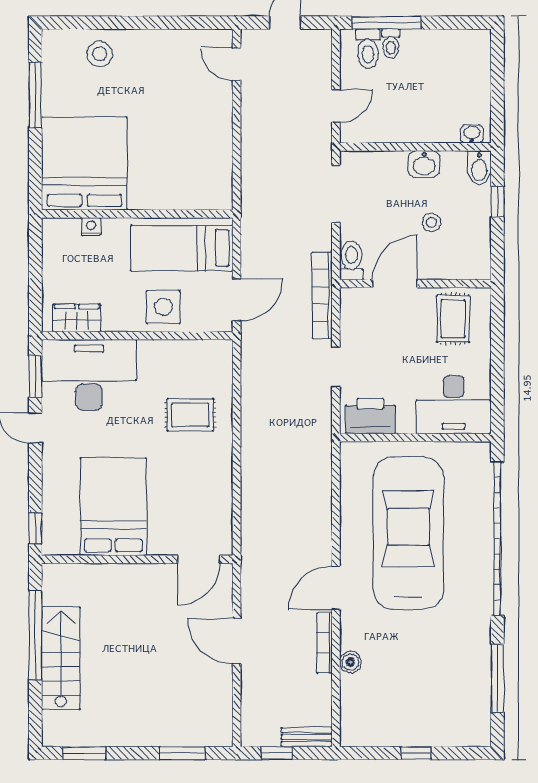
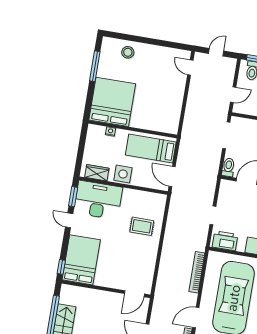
bookcase: (322, 295) -> (197, 272), moved
door: (237, 300) -> (172, 177), swing flipped
side table: (163, 307) -> (123, 174), moved
bed: (113, 507) -> (81, 260), moved

